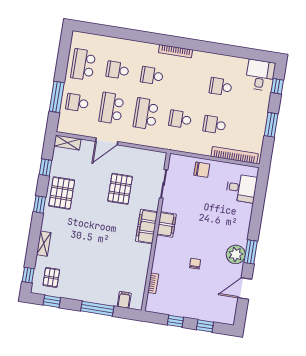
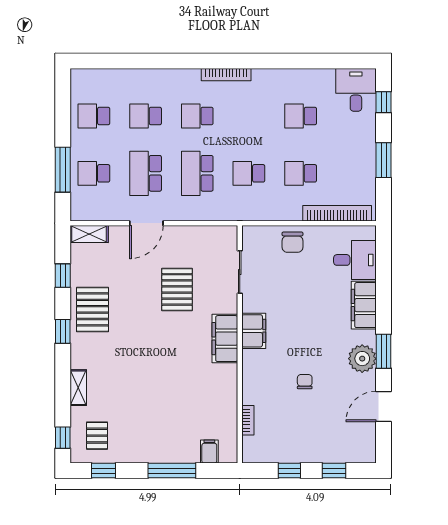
school desk: (83, 65) -> (94, 116), width x0.54
chair: (202, 170) -> (292, 242), turned 90
filing cabinet: (242, 219) -> (364, 305), added

